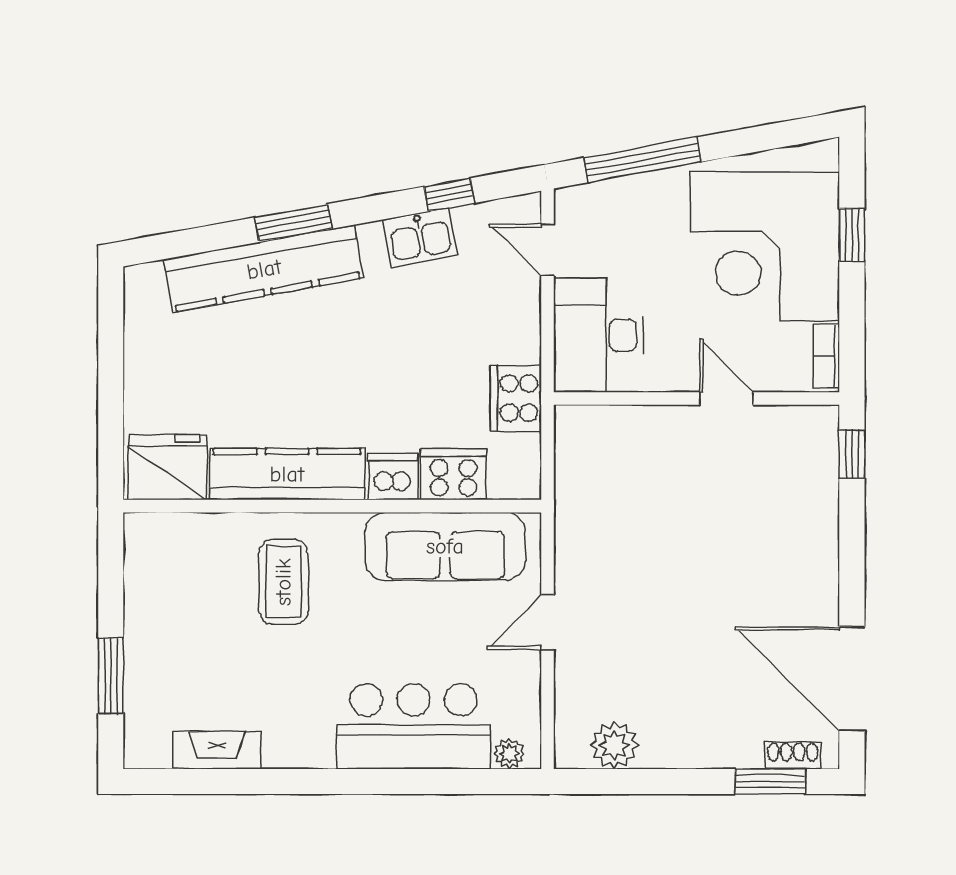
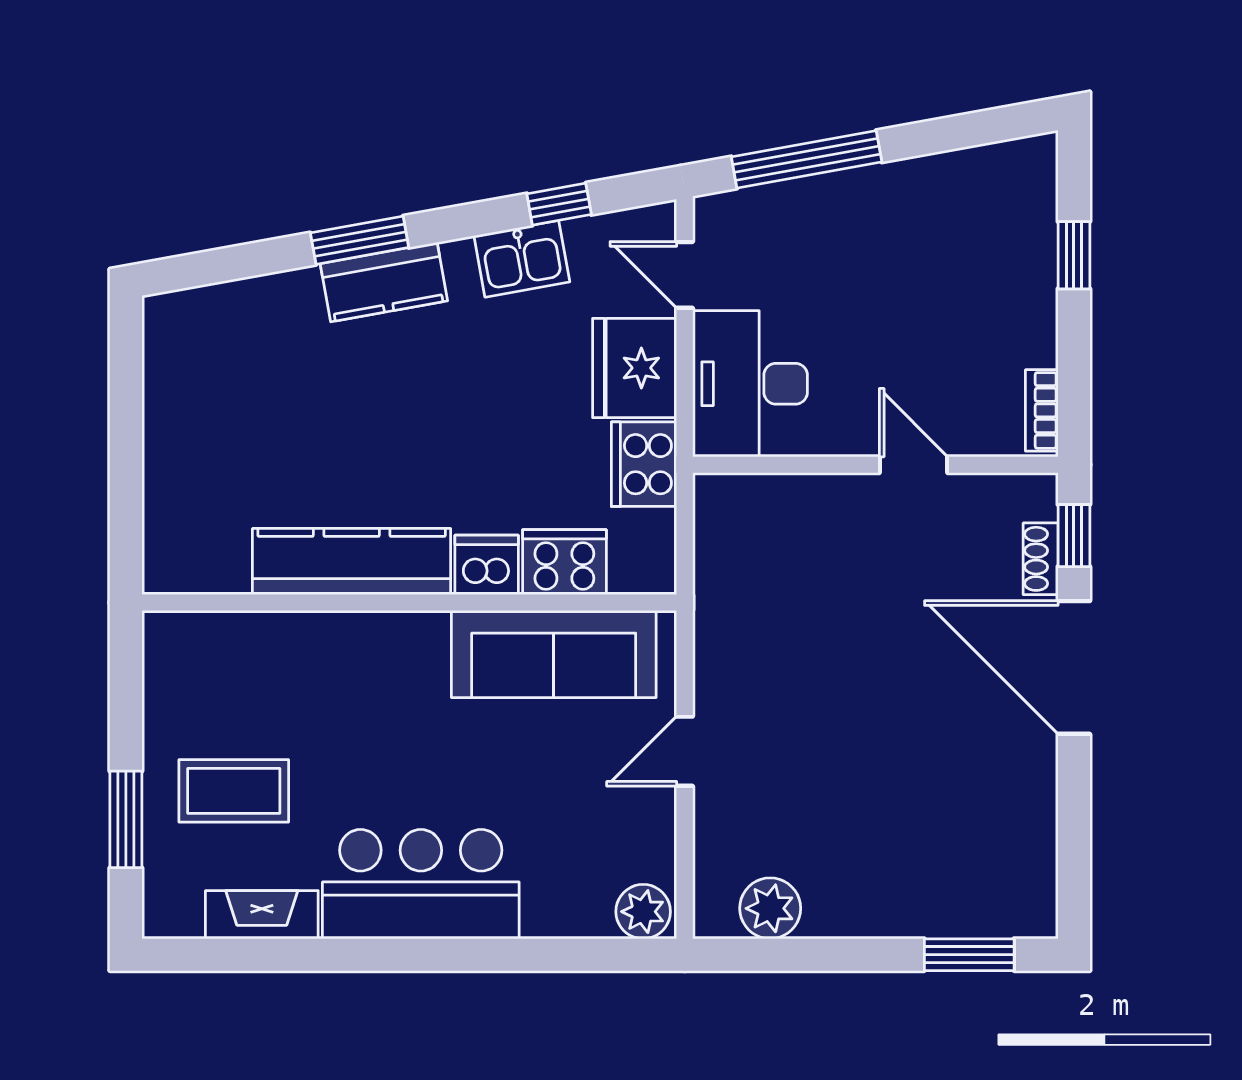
corner desk: (765, 246) -> (963, 270), removed
kitchen counter: (264, 269) -> (384, 282), width x0.48, depth x0.86
fridge: (168, 467) -> (635, 368), moved, turned -90
coffee table: (283, 582) -> (234, 791), moved, turned 90
door: (852, 679) -> (1074, 667), moved
bar counter: (414, 726) -> (421, 884), moved
plant: (509, 754) -> (643, 912), width x1.38, depth x1.38
shoe rack: (793, 755) -> (1041, 559), moved, turned -90

